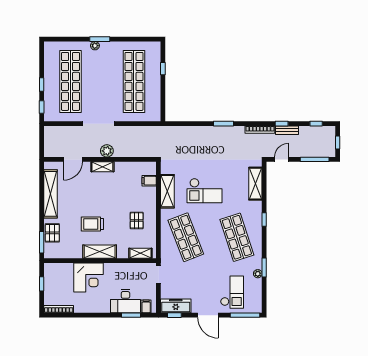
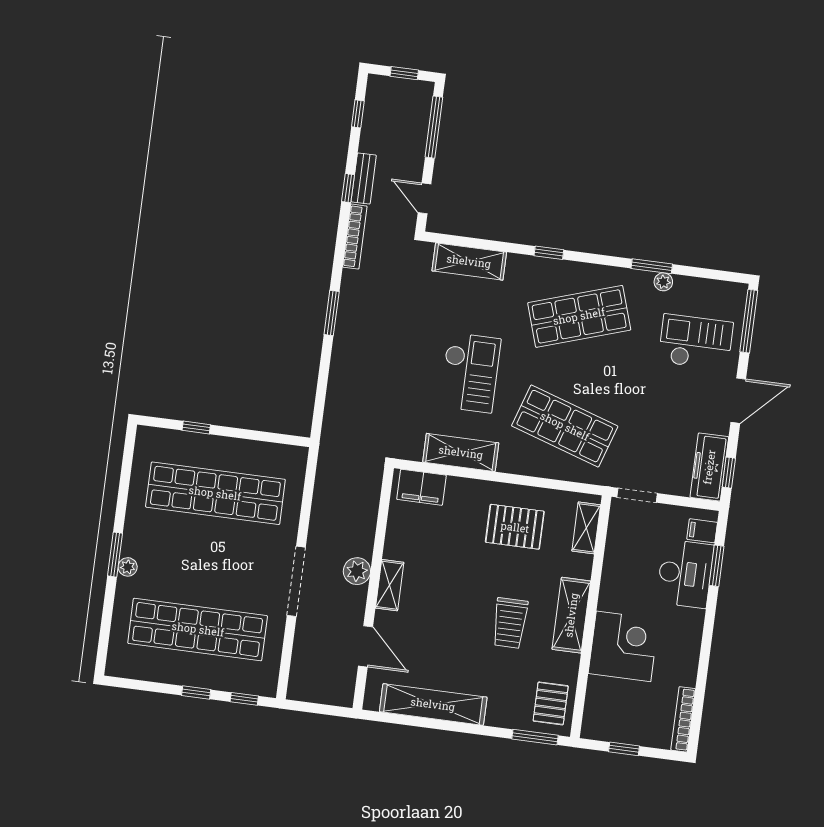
filing cabinet: (149, 181) -> (421, 487), width x2.00
pallet: (137, 220) -> (515, 527), width x1.50, depth x1.42
pallet: (52, 233) -> (551, 703), moved, turned 90
shop shelf: (186, 237) -> (565, 426), turned 39

